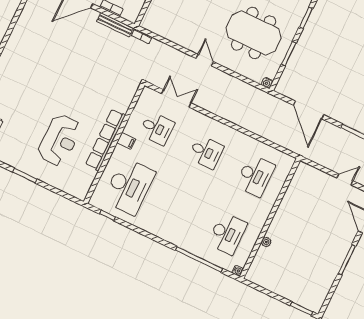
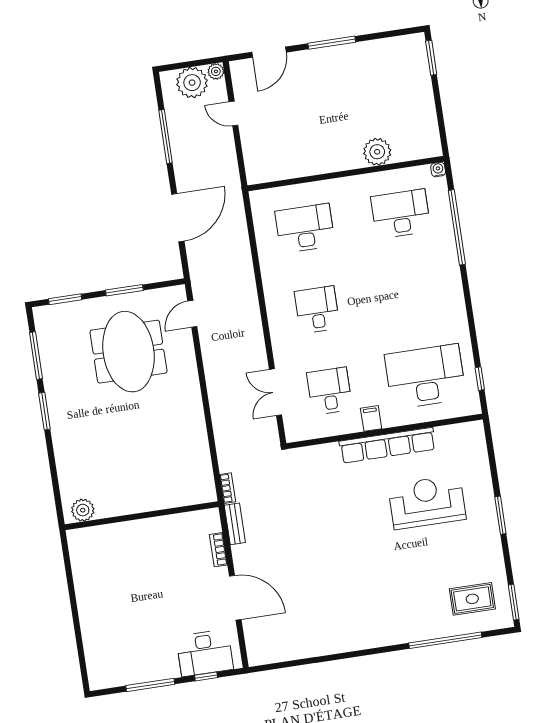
bench: (115, 25) -> (235, 524), width x0.73
door: (205, 60) -> (192, 314), moved
water cooler: (267, 83) -> (179, 293), removed
plant: (266, 242) -> (377, 152), width x1.88, depth x1.88

